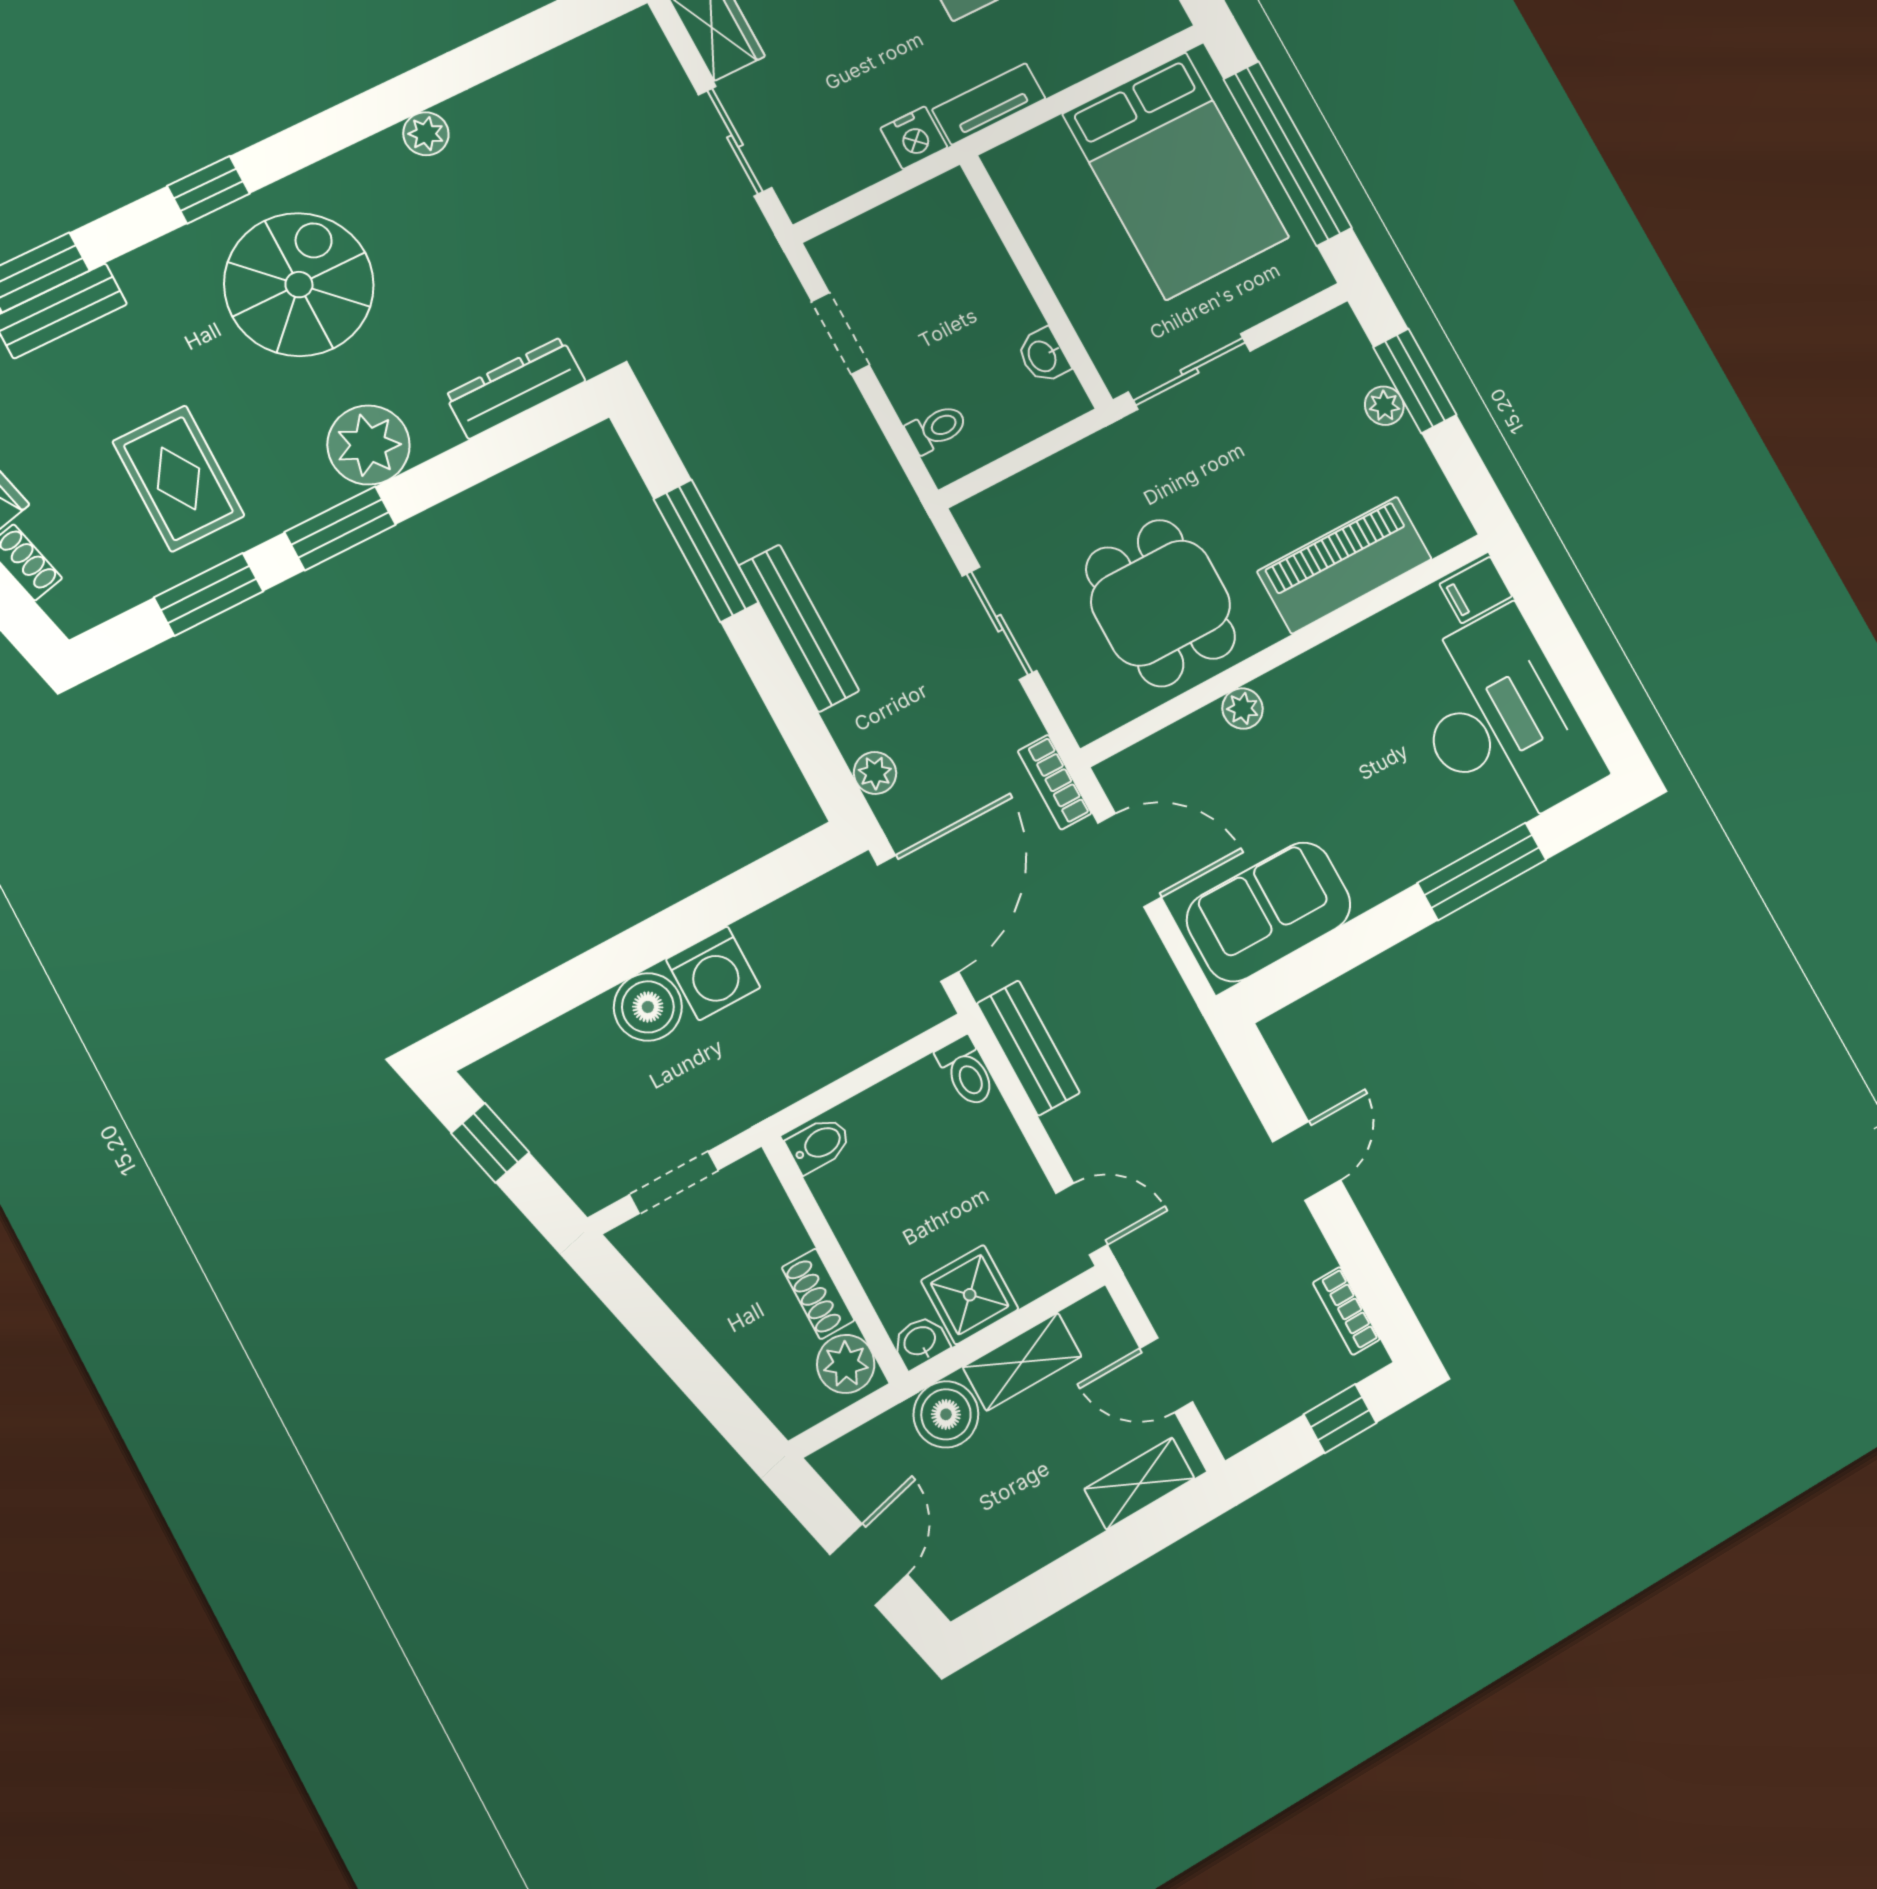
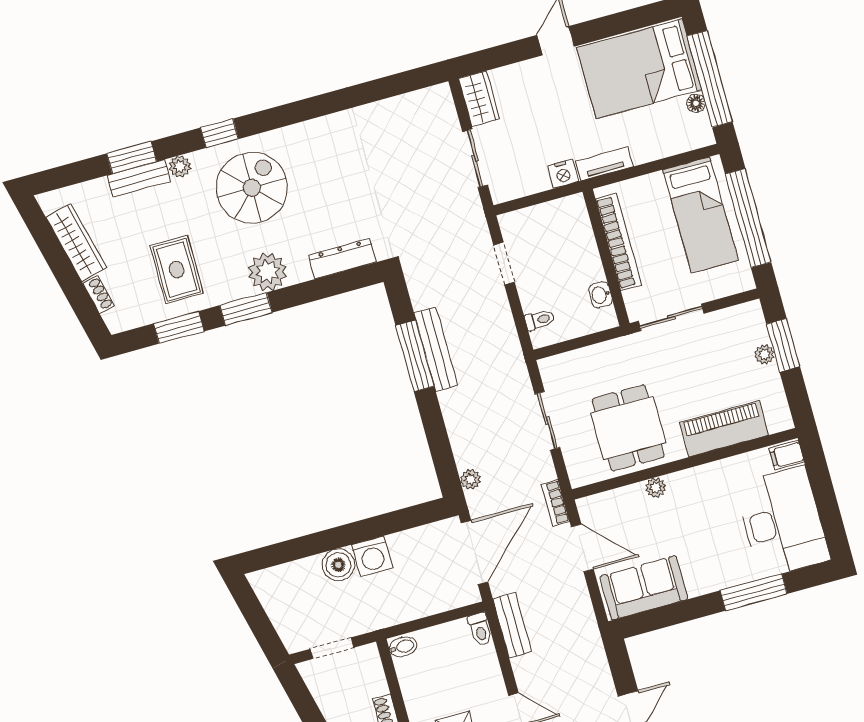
plant: (426, 134) -> (180, 166), moved
bed: (1176, 176) -> (700, 215), width x0.67
bookcase: (1053, 247) -> (619, 242), added
bench: (799, 628) -> (436, 349), moved
window: (490, 1143) -> (252, 610), removed

